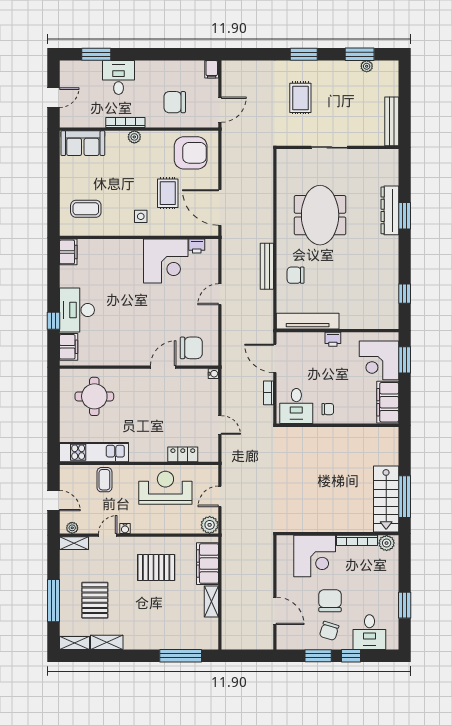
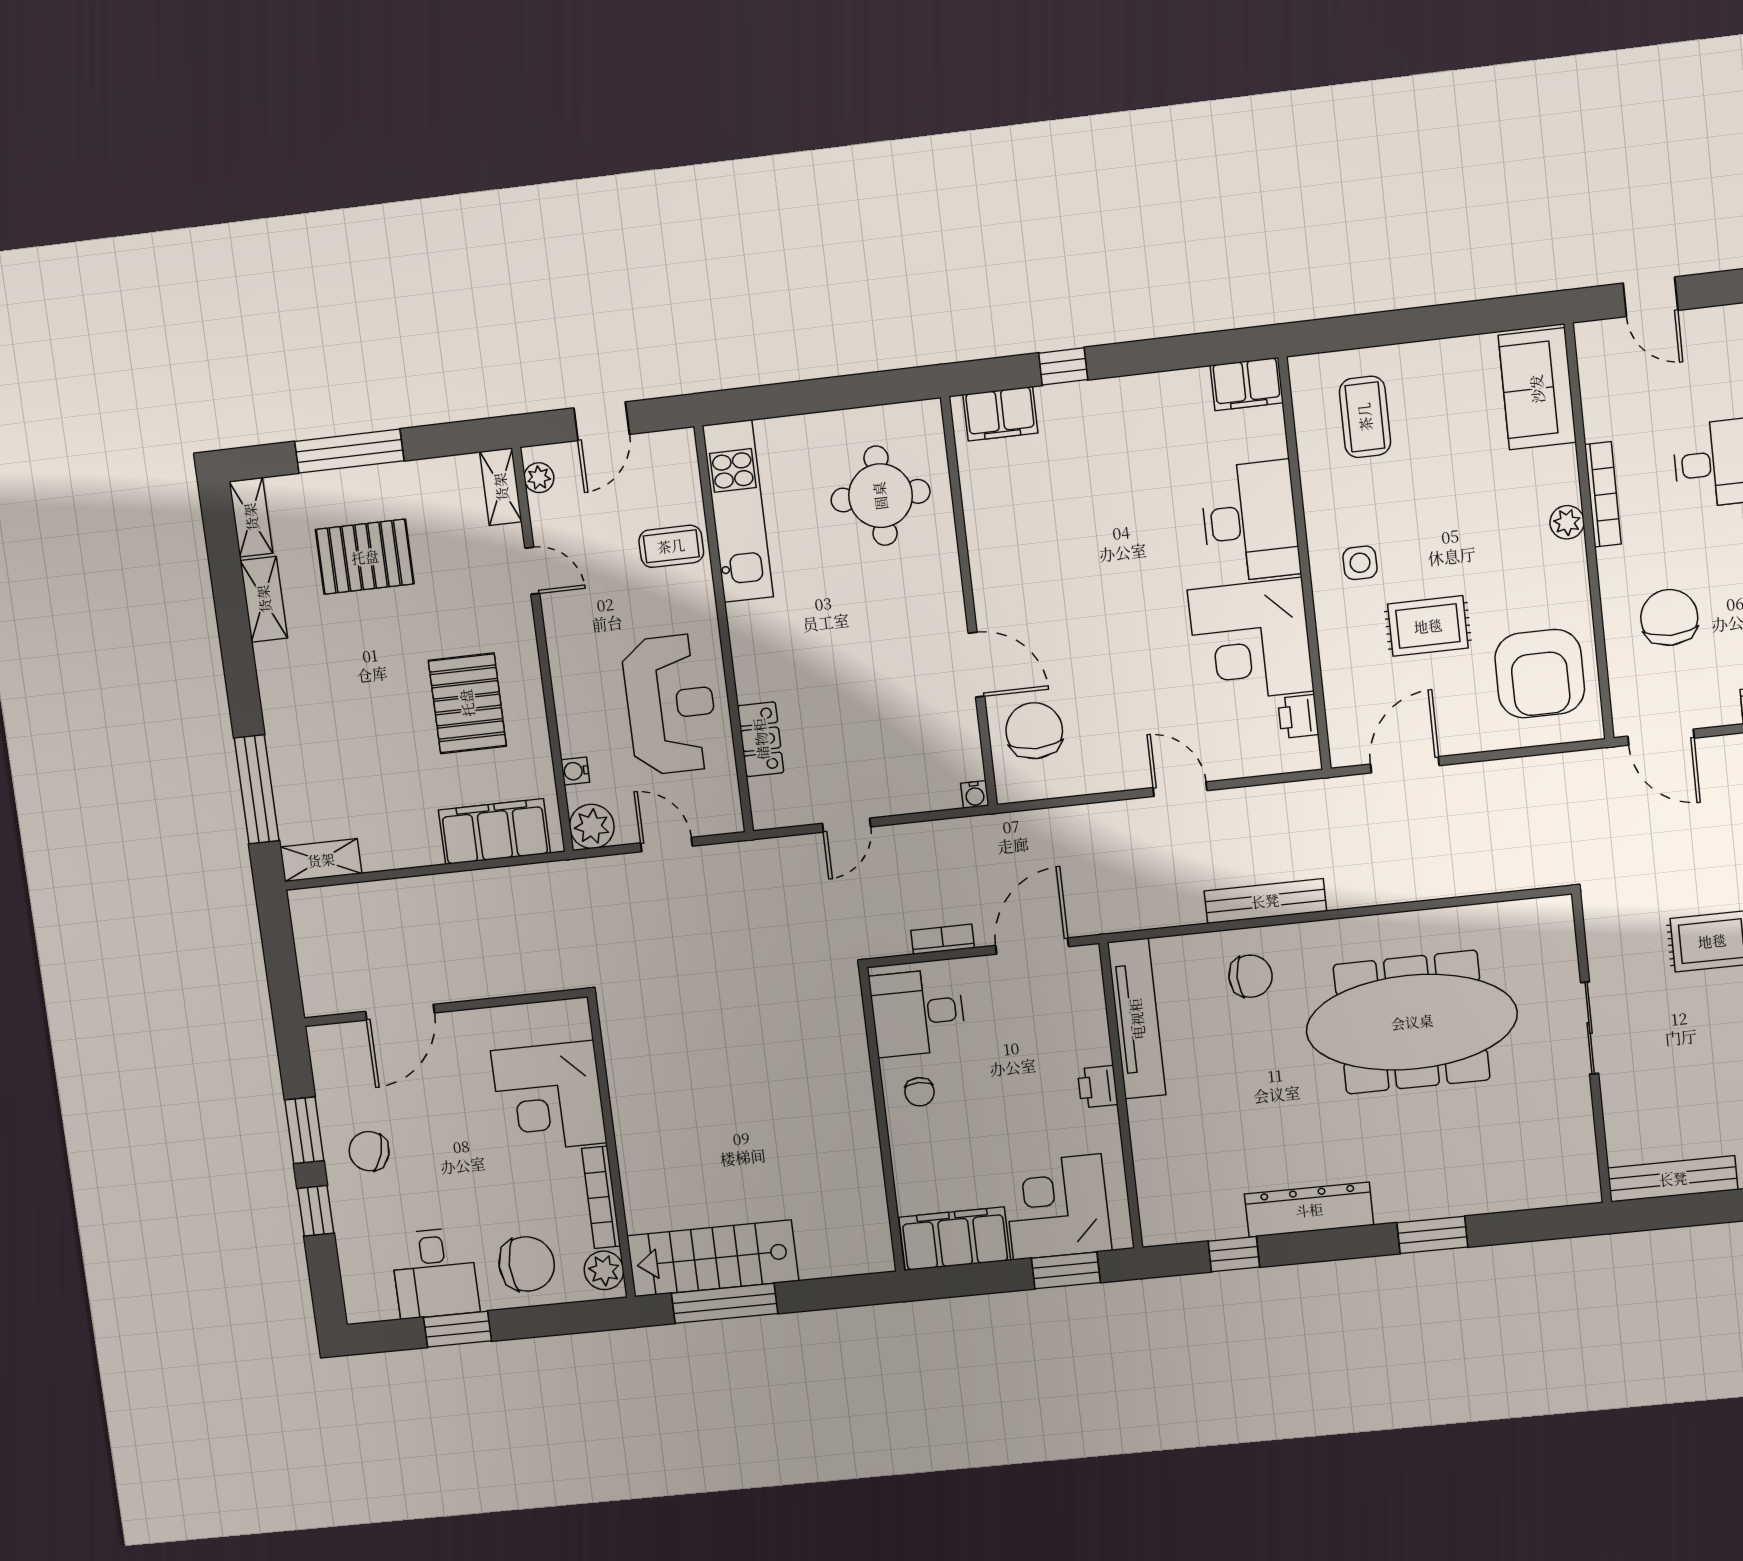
door: (220, 207) -> (1405, 765), width x0.73
dresser: (390, 210) -> (1309, 1210), moved
meeting table: (320, 215) -> (1412, 1022), width x1.36
chair: (296, 275) -> (1250, 976), turned 90
desk: (77, 310) -> (1250, 521), moved, turned 90
chair: (191, 348) -> (1034, 731), turned 180
water cooler: (125, 529) -> (575, 771), moved
shelving: (211, 601) -> (321, 860), moved
chair: (330, 601) -> (527, 1264), moved
desk: (369, 632) -> (435, 1273), moved, turned -90

